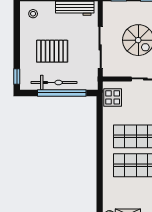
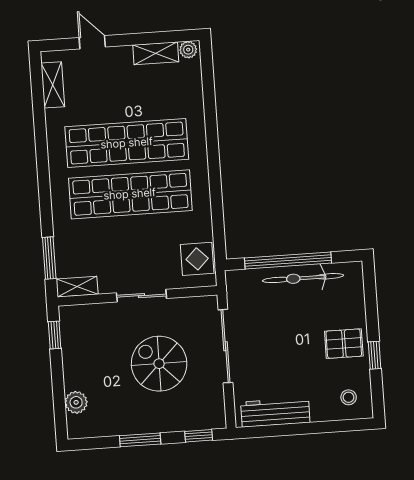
pallet: (52, 51) -> (344, 344), moved, width x0.67, depth x0.71
window: (17, 76) -> (375, 355), moved

